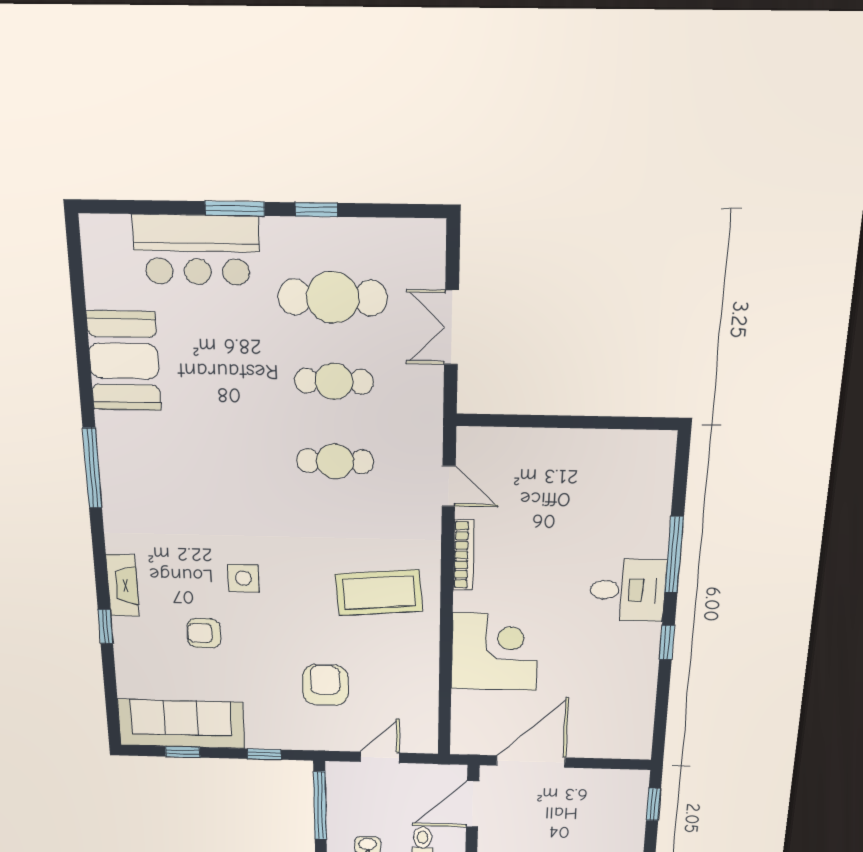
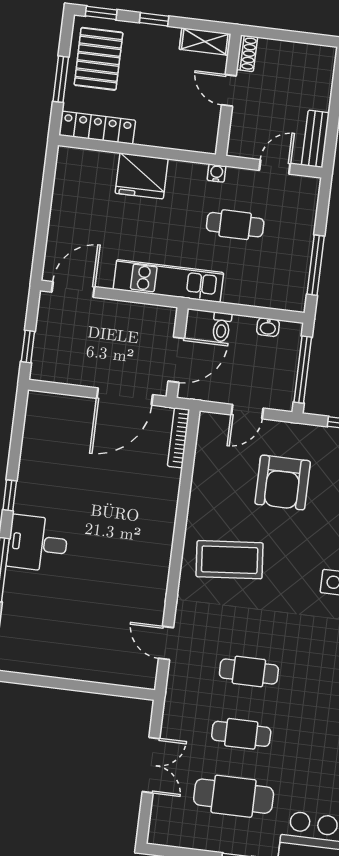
bookcase: (464, 555) -> (179, 438), moved
corner desk: (495, 652) -> (145, 500), removed
armchair: (325, 685) -> (283, 483), width x1.36, depth x1.36

